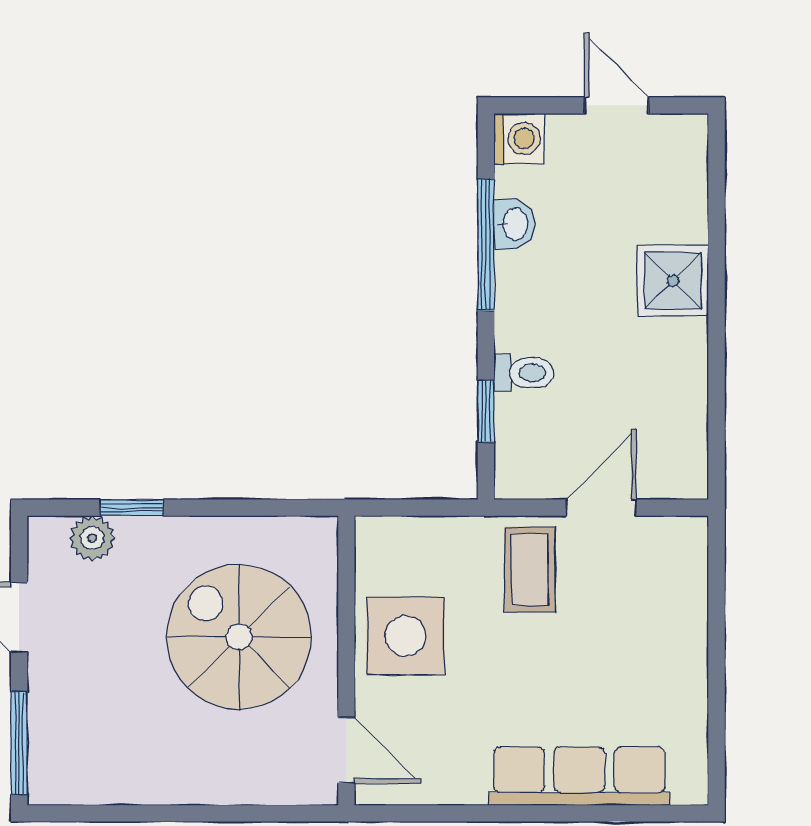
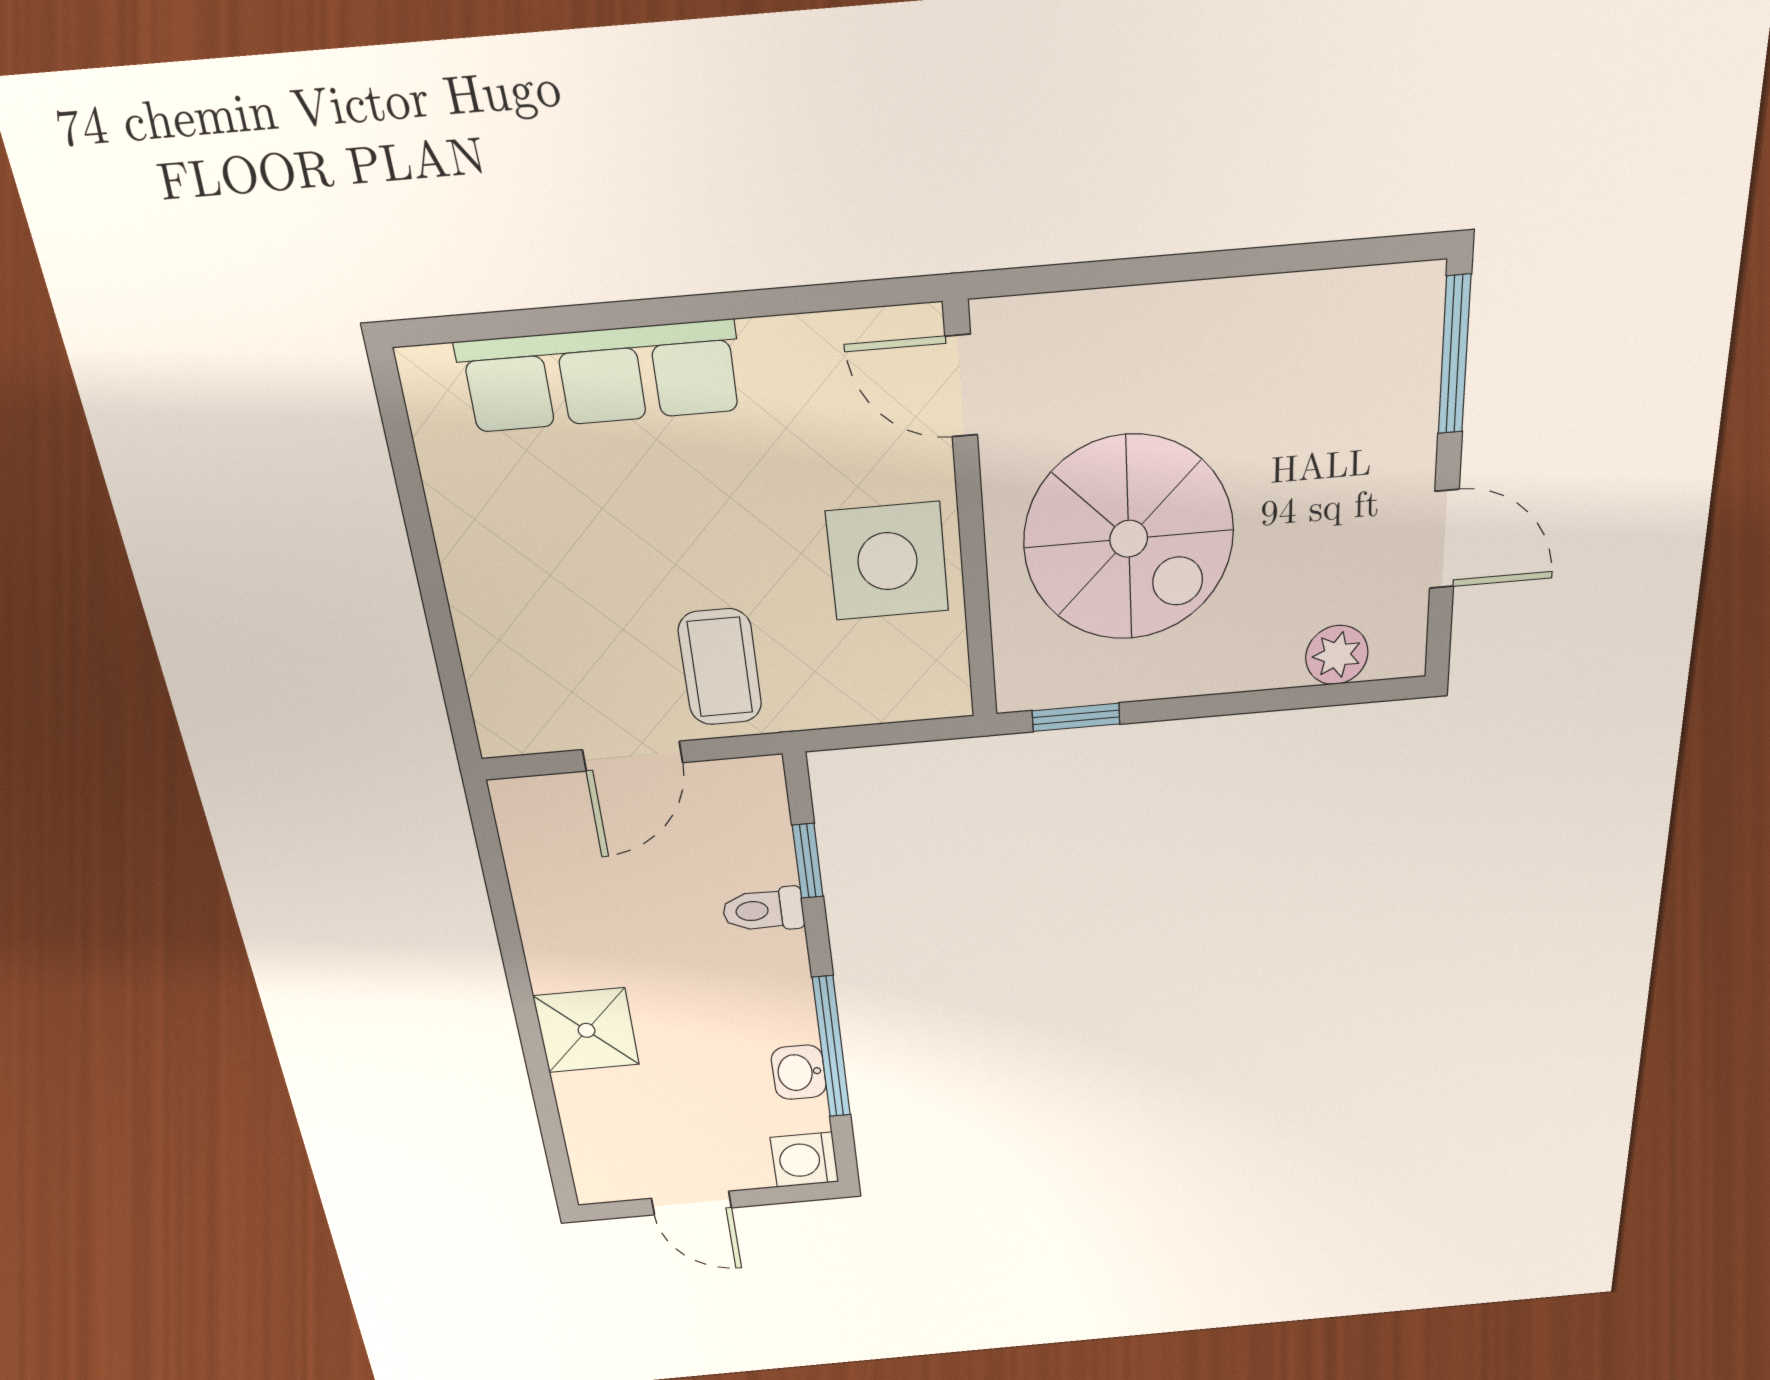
window: (132, 508) -> (1076, 717), moved

